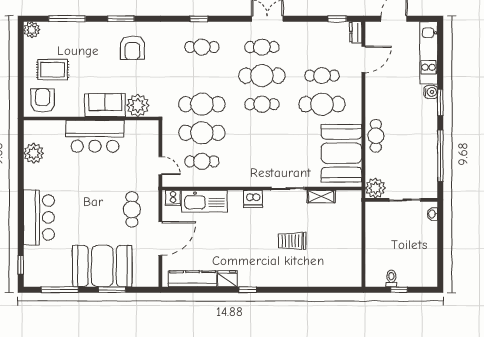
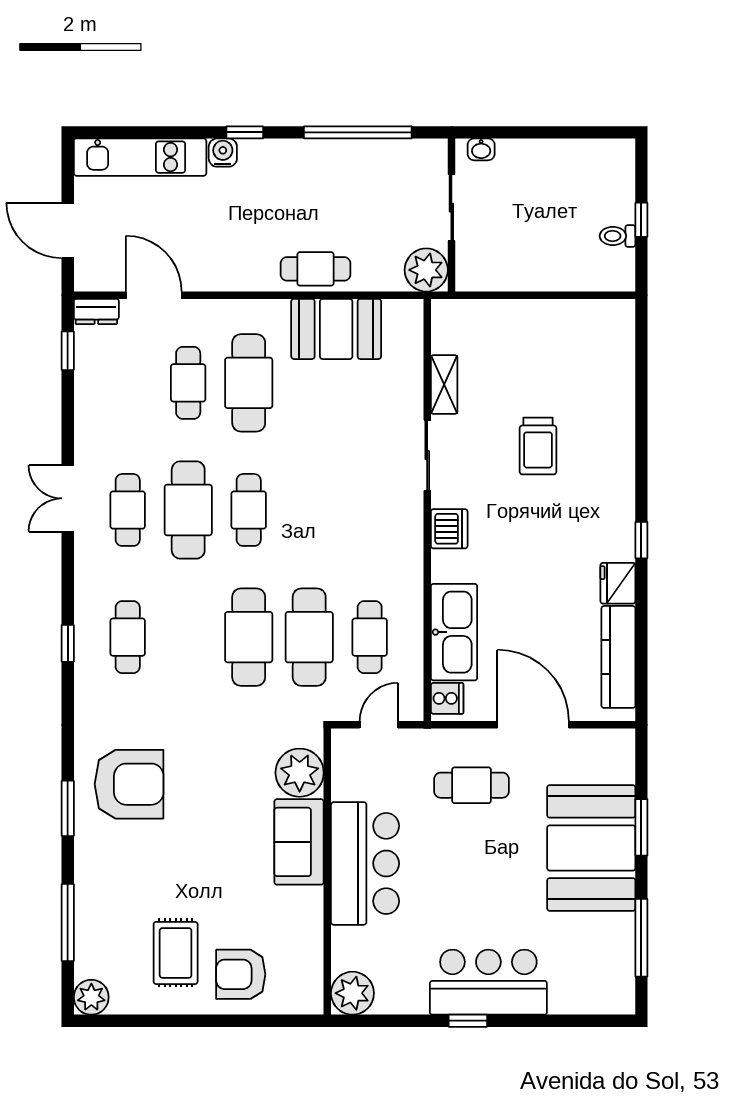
armchair: (132, 48) -> (129, 784), width x1.36, depth x1.36
window: (440, 102) -> (245, 132), width x0.67
sofa: (105, 105) -> (299, 842), moved
plant: (138, 105) -> (300, 773), moved
wall: (91, 118) -> (327, 872), moved
bar counter: (95, 136) -> (365, 863), moved
booth: (341, 153) -> (336, 329), width x0.73, depth x0.70
window: (21, 265) -> (468, 1021), moved

